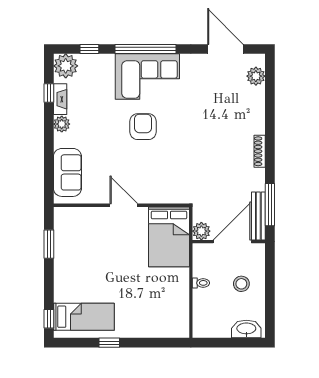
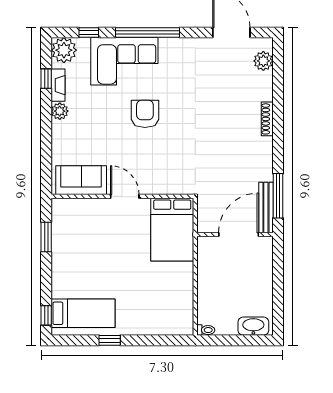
corner sofa: (147, 77) -> (124, 61), moved
shoe rack: (260, 151) -> (267, 119), moved
sofa: (67, 172) -> (81, 180), moved, turned -90
plant: (201, 231) -> (206, 223), removed
toilet: (201, 283) -> (206, 330), moved
stool: (241, 284) -> (248, 279), removed

